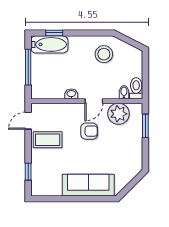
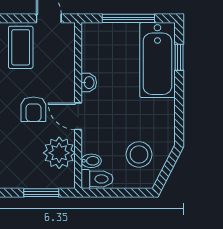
bathtub: (49, 44) -> (157, 60), width x1.36, depth x1.36
stool: (104, 54) -> (139, 154), moved

